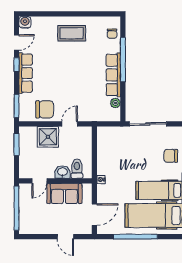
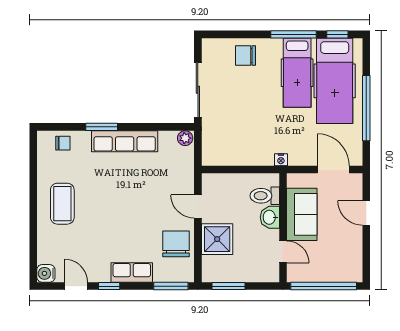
window: (123, 60) -> (102, 127), width x0.47
row of seats: (26, 73) -> (132, 272), width x0.68
plant: (115, 103) -> (185, 138), moved
chair: (171, 156) -> (245, 55), turned 90
door: (65, 237) -> (366, 213), swing flipped

